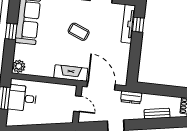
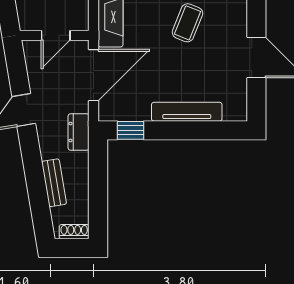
tv unit: (128, 24) -> (187, 112), moved
window: (138, 25) -> (131, 130), moved

